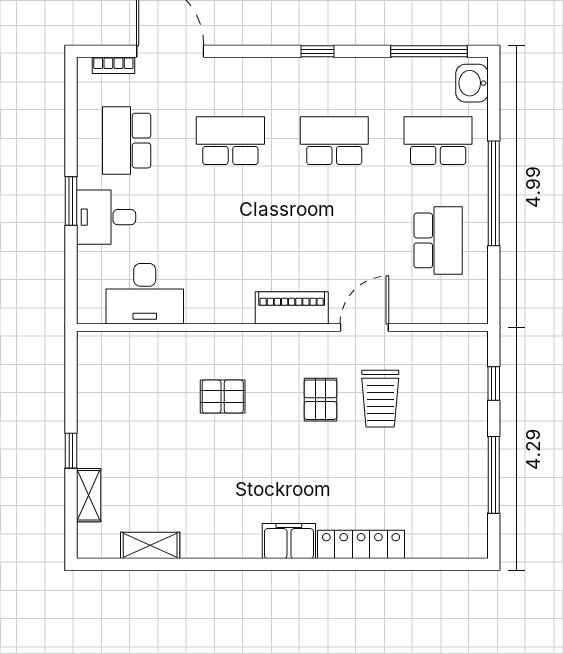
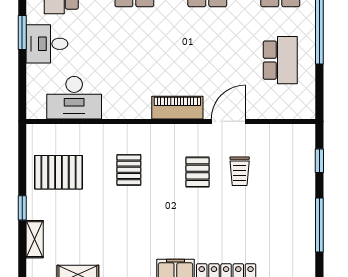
pallet: (223, 397) -> (129, 170), turned 90
trolley: (380, 399) -> (240, 171), width x0.73, depth x0.72
pallet: (123, 400) -> (58, 172), added

